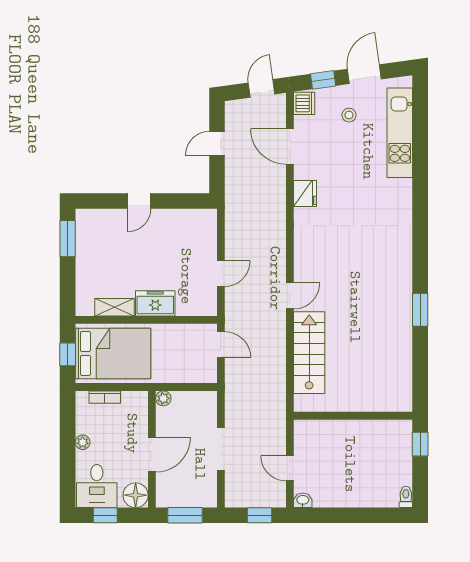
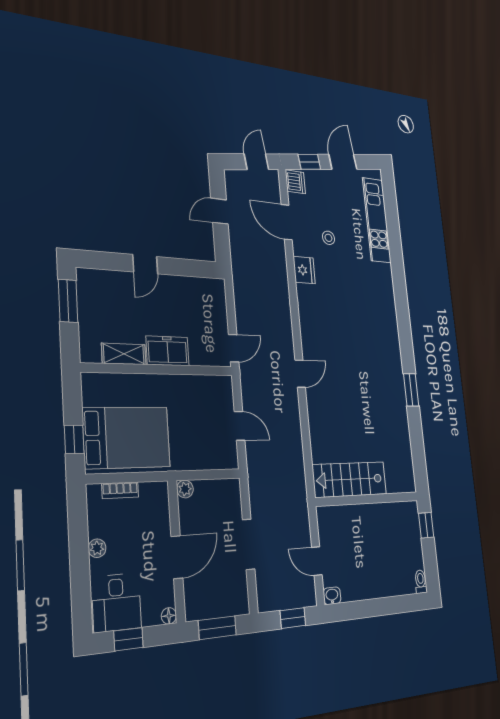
stool: (349, 115) -> (328, 238), moved
freezer: (155, 303) -> (168, 351), moved
shelving: (114, 307) -> (124, 354), moved
wall: (146, 320) -> (159, 369), moved
stairs: (309, 353) -> (350, 479), moved, turned -90
floor lamp: (136, 495) -> (169, 616), width x0.53, depth x0.53

